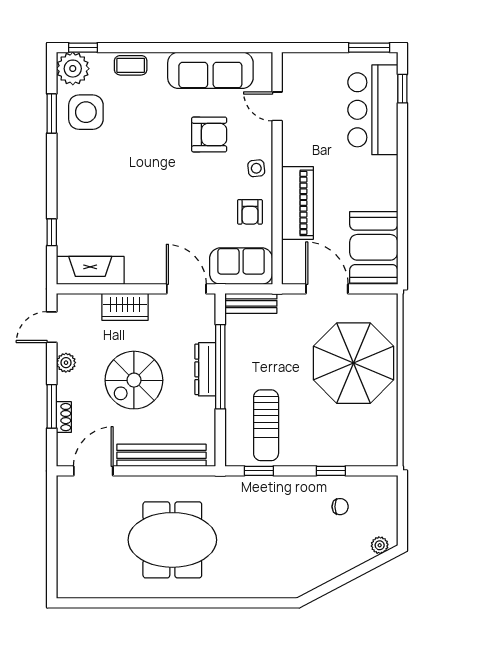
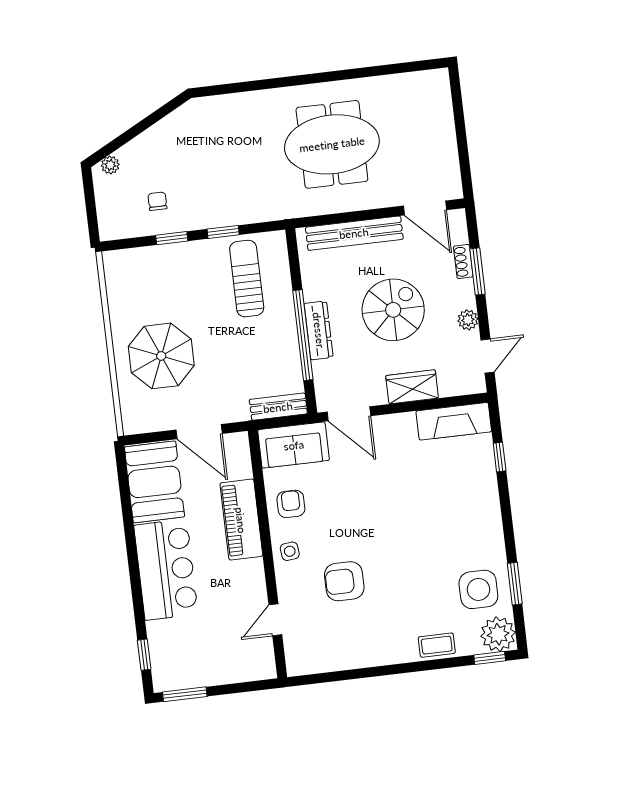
sofa: (210, 70) -> (351, 650), removed
door: (277, 106) -> (275, 620), swing flipped
bar counter: (373, 110) -> (166, 570), moved
parasol: (354, 363) -> (161, 356), width x0.73, depth x0.73
door: (93, 471) -> (425, 208), hinge flipped
window: (259, 471) -> (223, 232), moved
chair: (340, 507) -> (157, 201), turned 90

